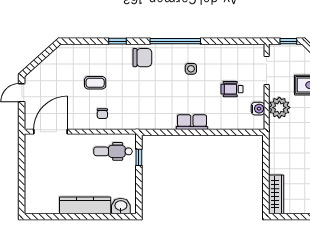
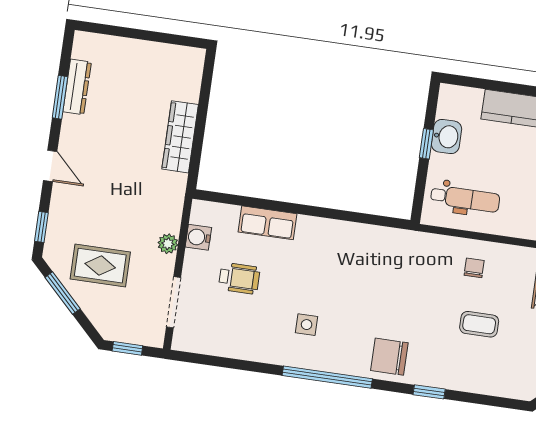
plant: (279, 108) -> (168, 244), width x0.53, depth x0.53
row of seats: (192, 122) -> (267, 223), moved
window: (139, 157) -> (426, 144), moved
wardrobe: (276, 194) -> (180, 137), moved
washbasin: (121, 206) -> (446, 137), moved, turned -90

